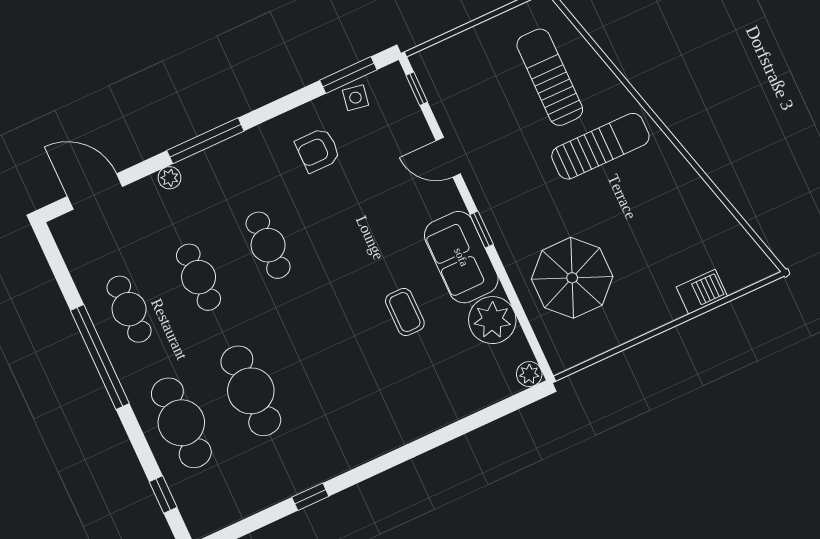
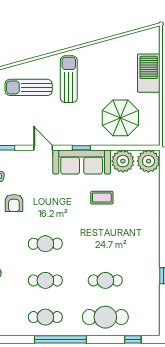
door: (448, 157) -> (43, 148), swing flipped
sofa: (461, 257) -> (82, 162), width x1.36
barbecue: (702, 292) -> (149, 73), width x1.88, depth x1.53
plant: (529, 374) -> (148, 161), width x1.87, depth x1.87
cafe table: (251, 391) -> (105, 280), width x0.73, depth x0.74

